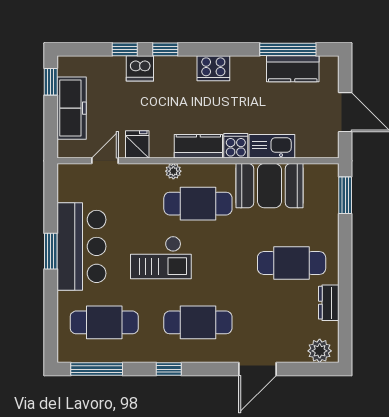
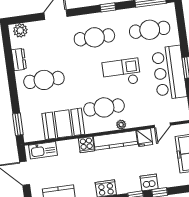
kitchen counter: (198, 146) -> (115, 140), width x1.50
kitchen sink: (272, 146) -> (43, 150), moved

